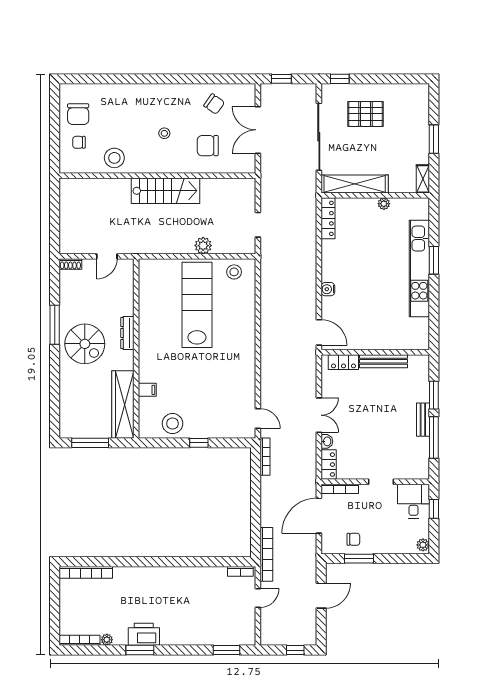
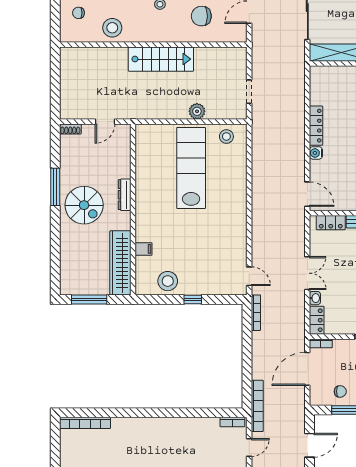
locker: (328, 218) -> (316, 126), moved
bookcase: (340, 489) -> (321, 343), width x0.64

